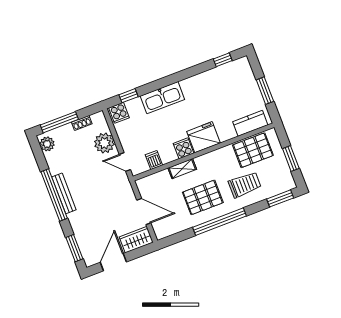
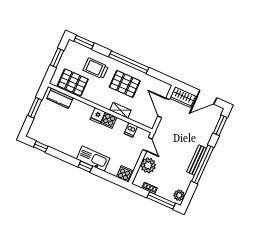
window: (129, 96) -> (85, 167), moved
fridge: (204, 137) -> (98, 116), width x0.53, depth x0.75

